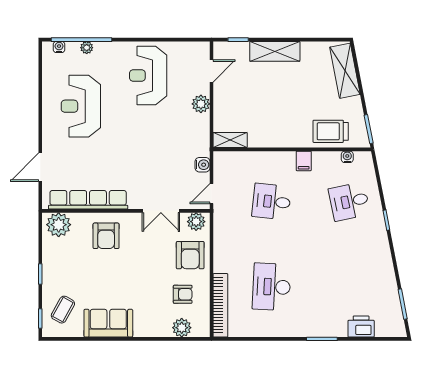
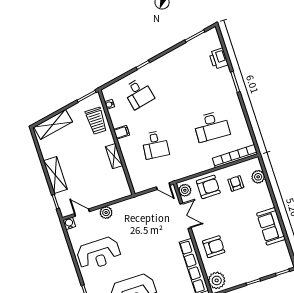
shelving: (230, 140) -> (114, 156), moved
water cooler: (202, 165) -> (69, 223), moved
coffee table: (63, 310) -> (272, 259), removed

